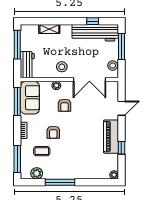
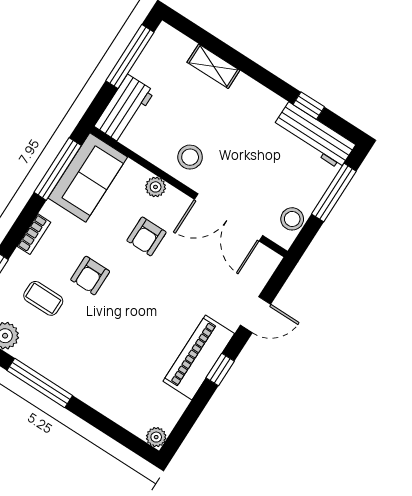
workbench: (95, 33) -> (314, 136), width x0.73, depth x0.76
window: (121, 148) -> (220, 369), moved

